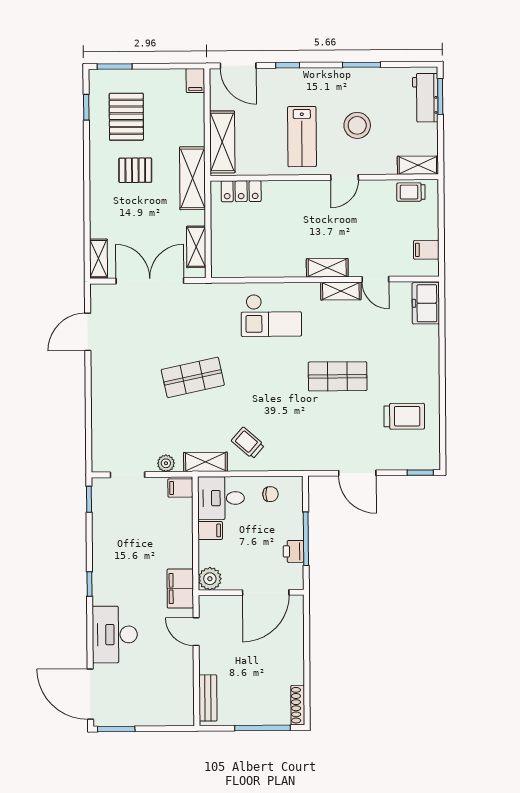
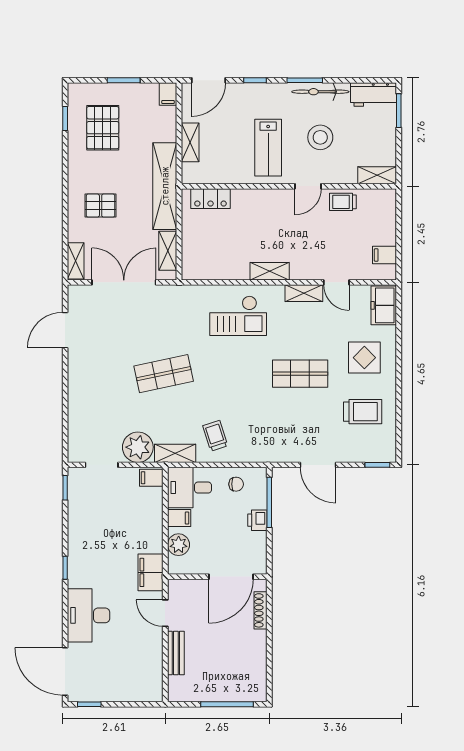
window: (361, 65) -> (305, 80), moved
window: (115, 66) -> (124, 80), moved
door: (238, 66) -> (208, 80), hinge flipped
bicycle: (357, 77) -> (320, 92), added
workbench: (425, 98) -> (373, 94), moved, turned -90
shelving: (222, 142) -> (190, 142), width x0.67, depth x0.75
pallet: (135, 170) -> (101, 206), moved
shelving: (192, 178) -> (165, 186), width x1.47
trolley: (411, 192) -> (343, 202), moved
shelving: (327, 268) -> (270, 271), moved
display table: (406, 359) -> (364, 358), added
trolley: (248, 443) -> (215, 436), turned 31
plant: (166, 463) -> (138, 447), width x1.88, depth x1.88
window: (306, 539) -> (269, 502), moved
printer: (293, 551) -> (257, 520), moved
plant: (210, 579) -> (179, 545), moved
bench: (208, 698) -> (176, 653), moved
shoe rack: (298, 705) -> (260, 610), moved
window: (116, 729) -> (89, 704), width x0.67

